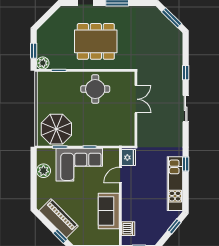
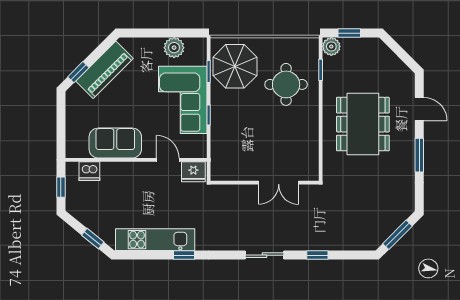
round table: (95, 89) -> (286, 84), moved

